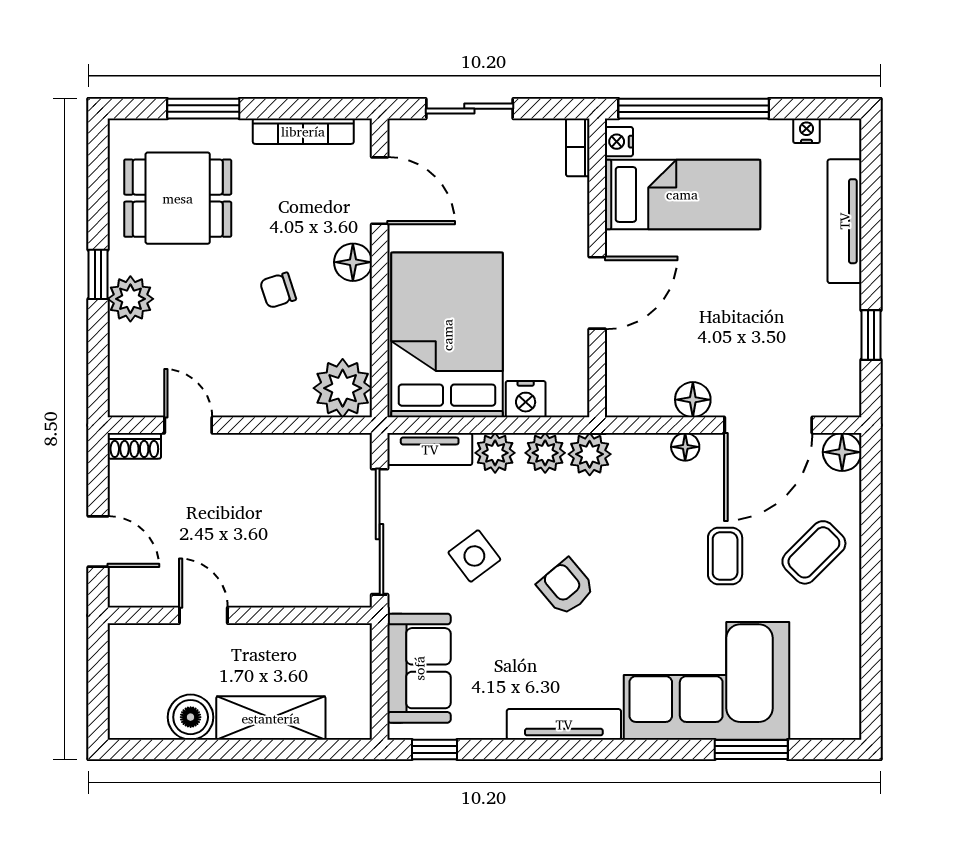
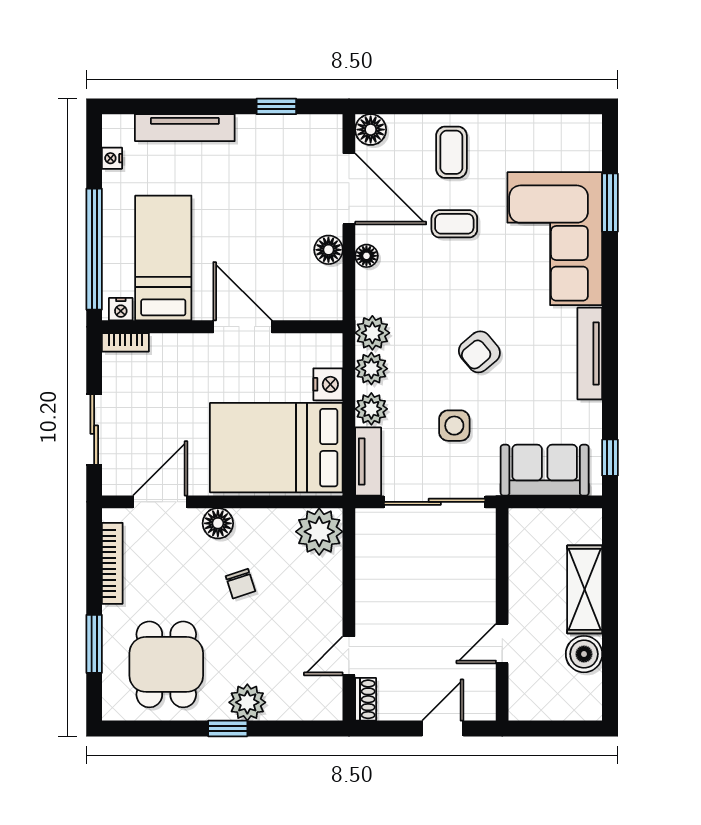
coffee table: (814, 552) -> (451, 152), turned 45
side table: (474, 556) -> (454, 426), turned 37

